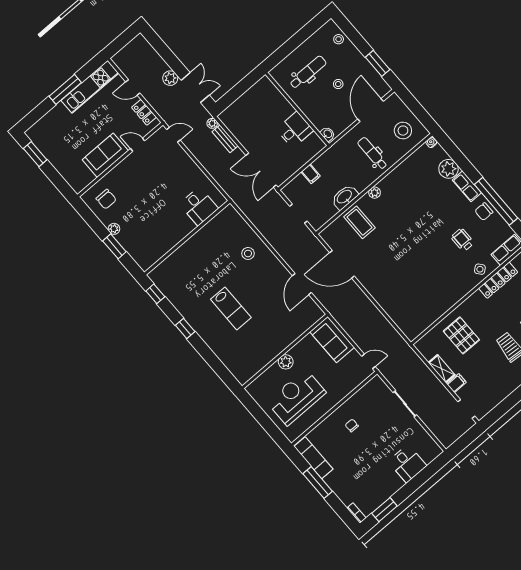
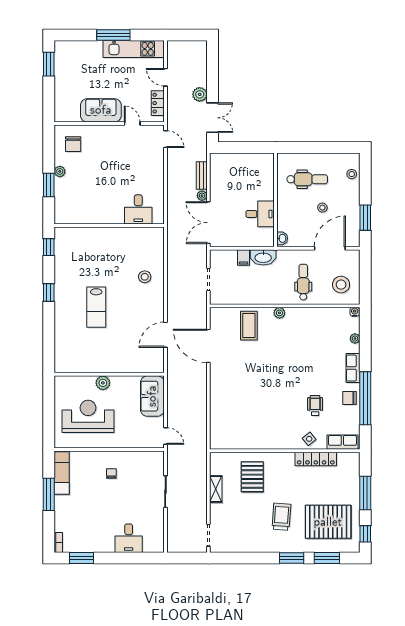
plant: (212, 123) -> (202, 196), moved
plant: (449, 169) -> (355, 339), width x0.53, depth x0.53
washbasin: (345, 197) -> (263, 257), moved, turned 180
filing cabinet: (456, 383) -> (218, 510), removed

